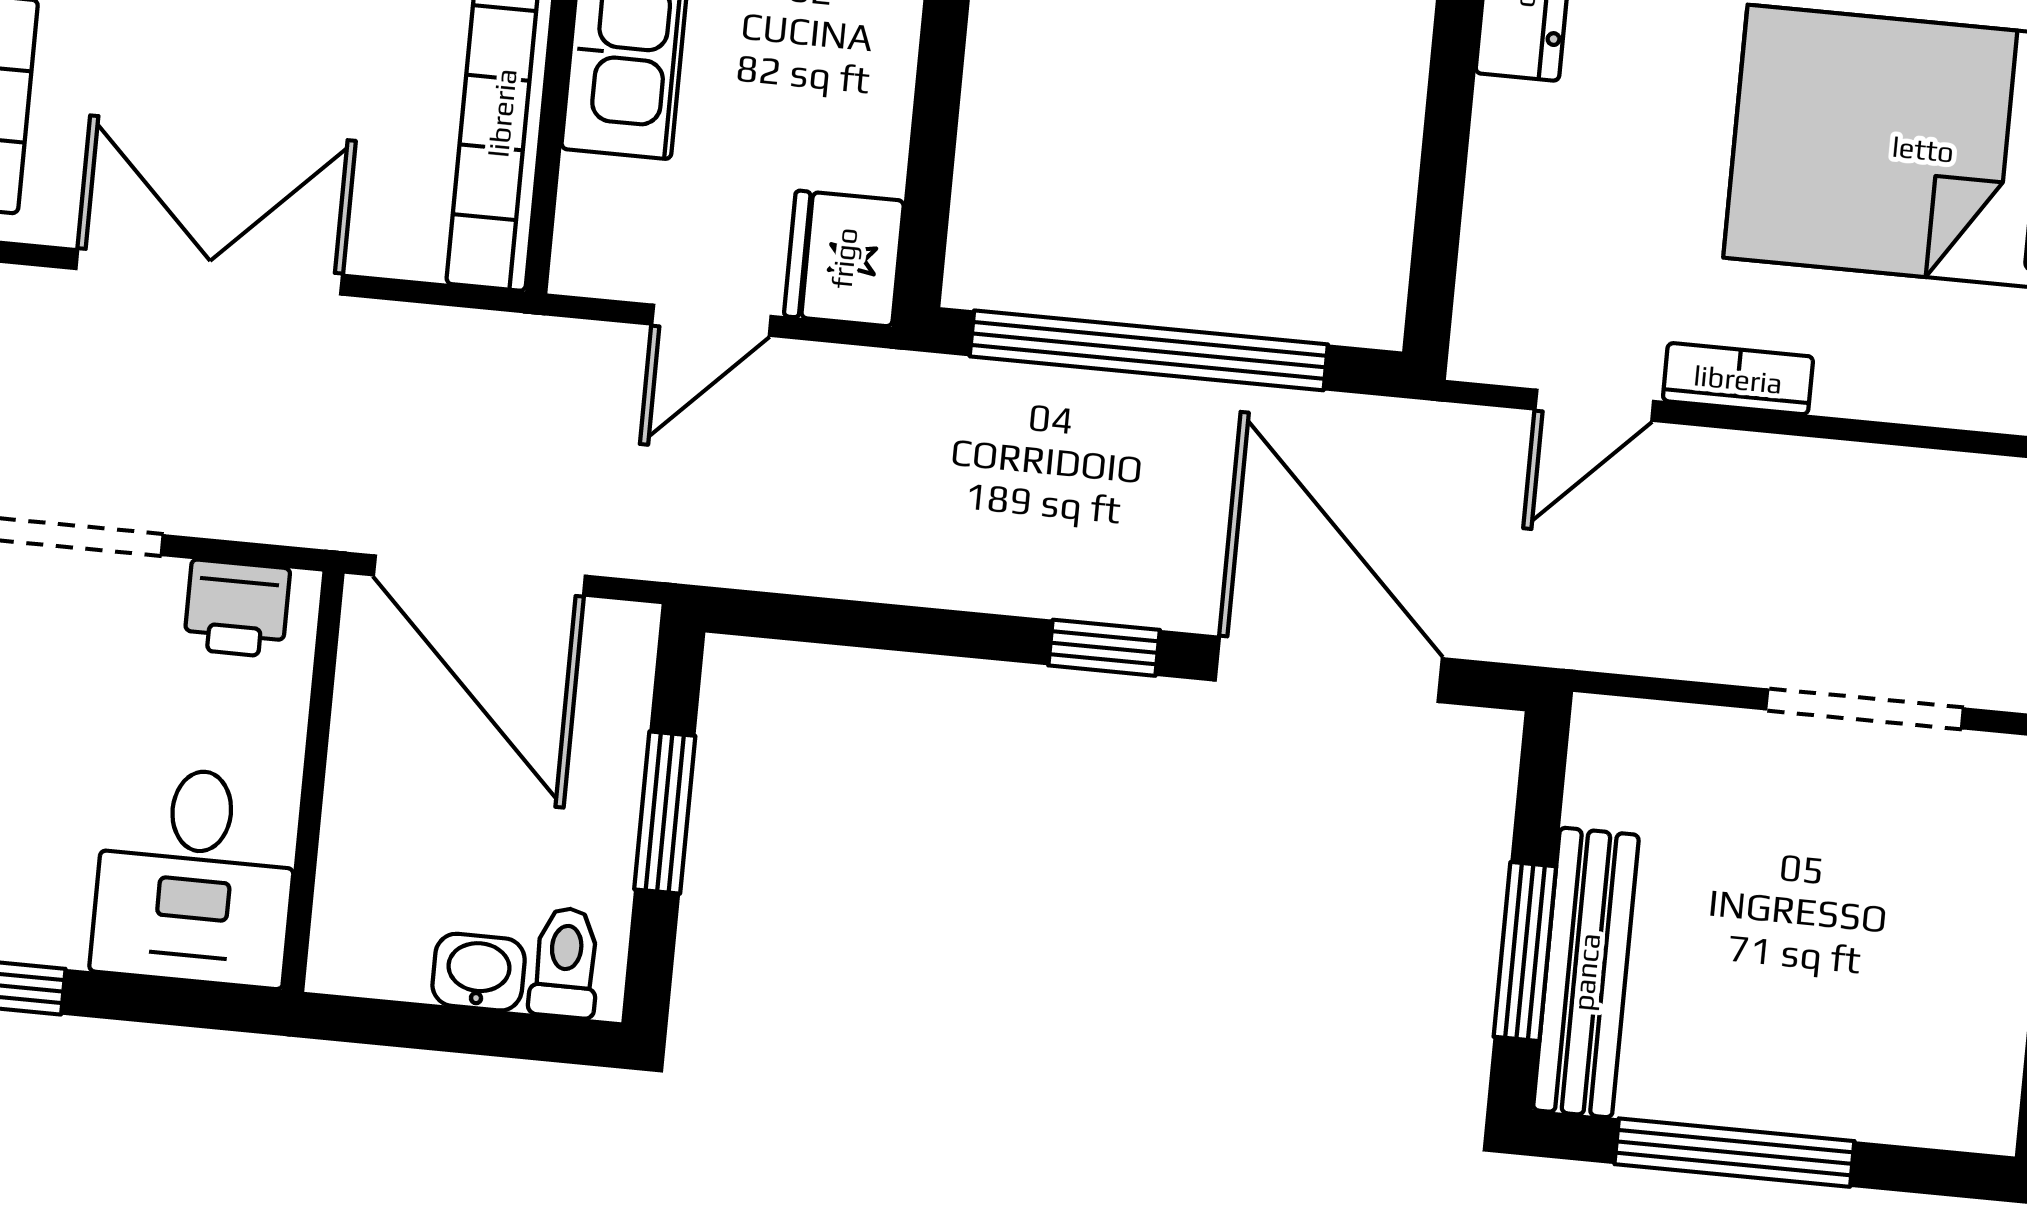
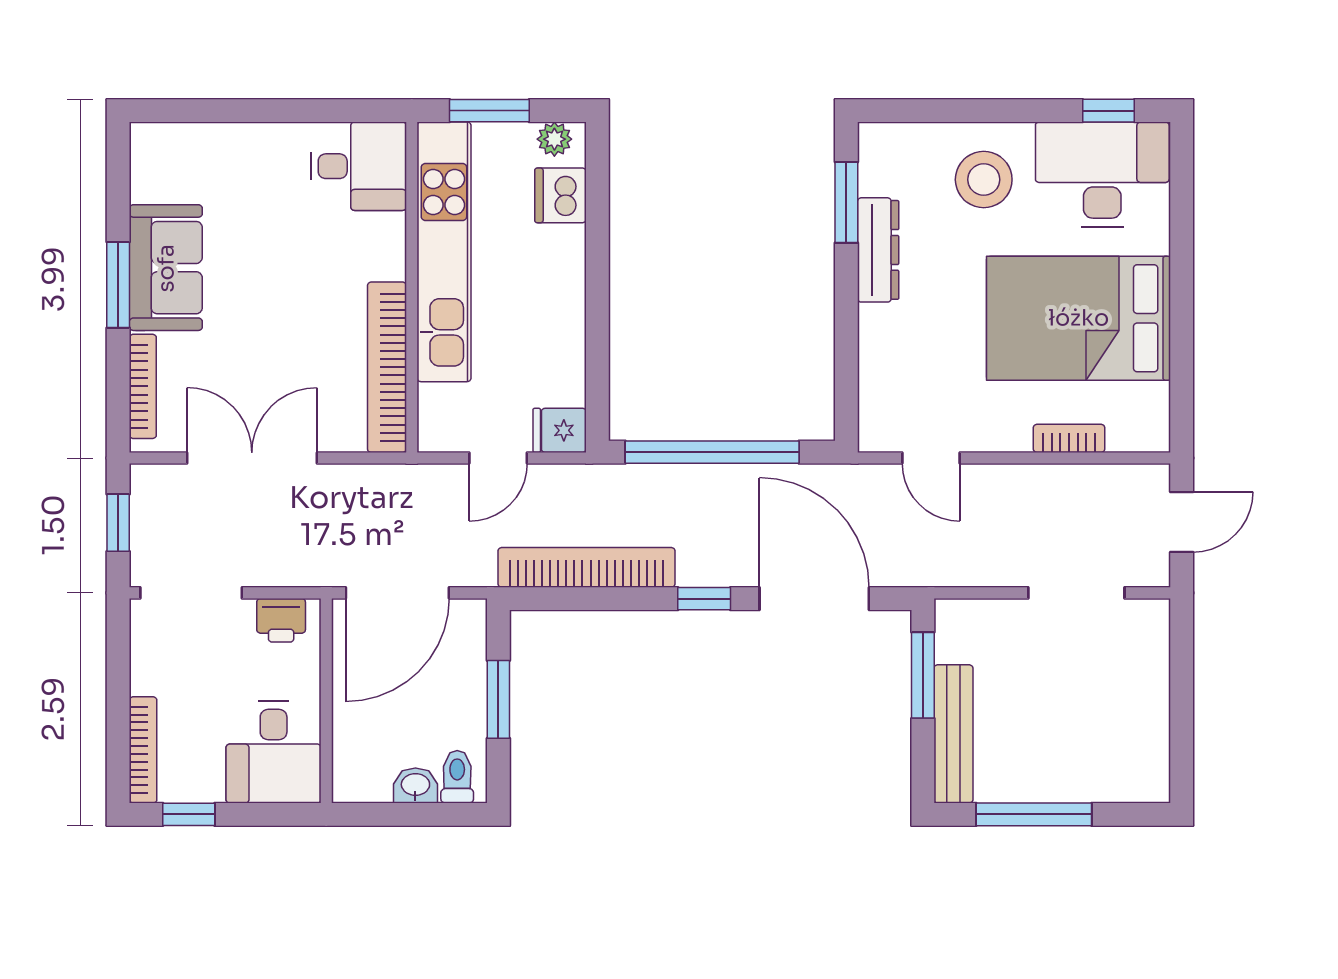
fridge: (844, 258) -> (560, 430), width x0.72
bookcase: (1738, 379) -> (1069, 438), moved
door: (1594, 405) -> (931, 458), hinge flipped
bookcase: (870, 561) -> (587, 567), added
door: (479, 576) -> (397, 593), hinge flipped
window: (1525, 952) -> (923, 675), moved

